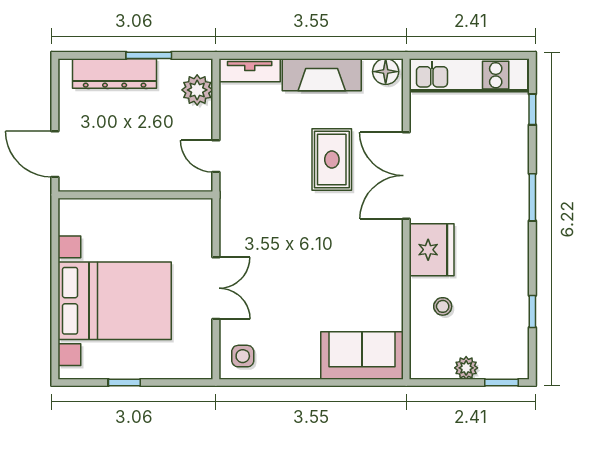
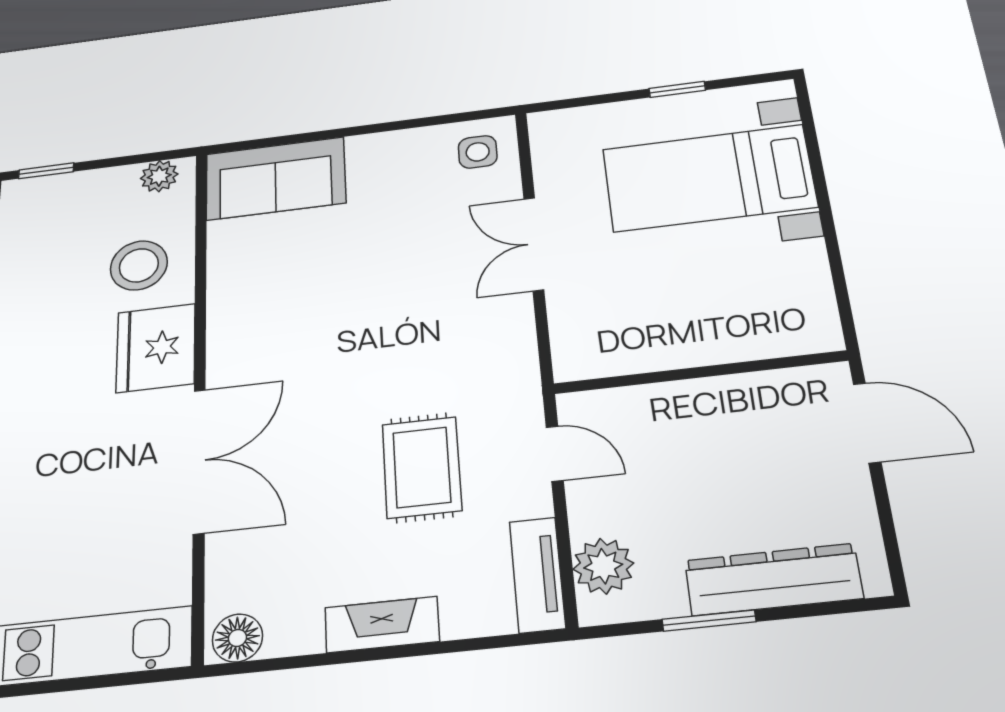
tv unit: (250, 70) -> (537, 575), moved, turned -90
fireplace: (322, 75) -> (382, 624), width x0.73, depth x0.76
rug: (332, 160) -> (422, 467), moved
bed with nightstands: (115, 301) -> (709, 178), width x0.73
stool: (443, 306) -> (139, 265), width x1.89, depth x1.89
plant: (466, 368) -> (159, 176), moved

